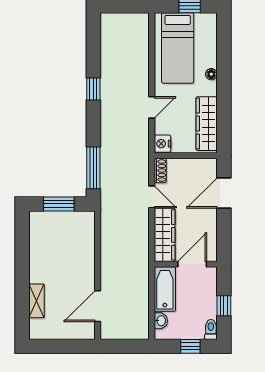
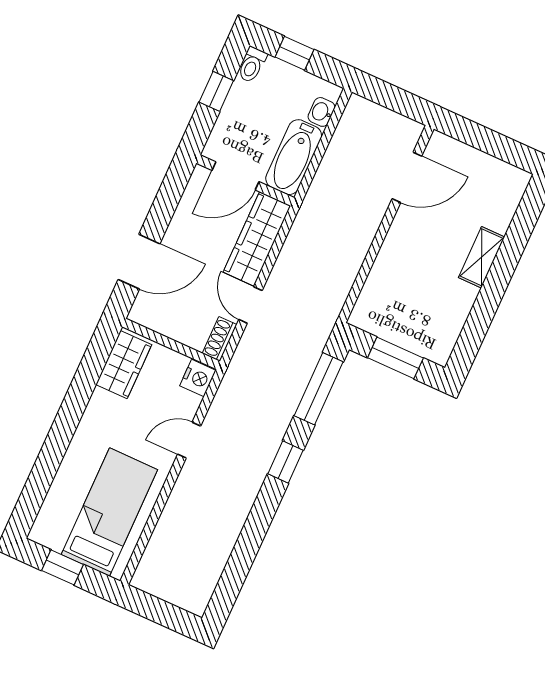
floor lamp: (211, 74) -> (77, 449), removed
window: (93, 89) -> (285, 462), moved
wardrobe: (207, 124) -> (124, 365), width x0.67
shelving: (37, 301) -> (482, 257), moved

